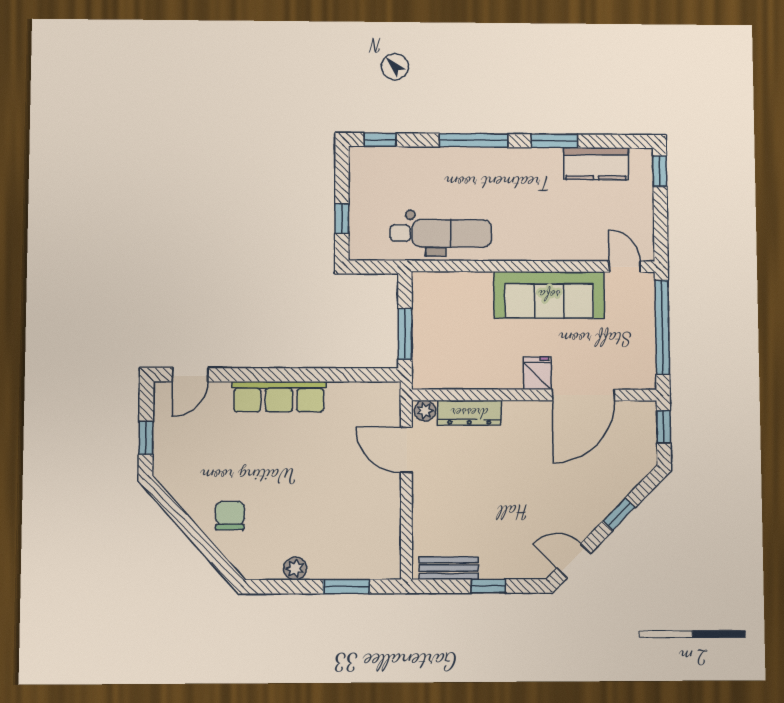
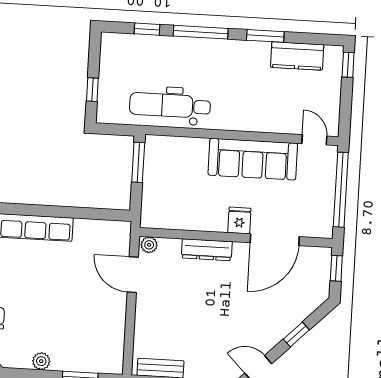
window: (380, 140) -> (147, 29), moved
dental chair: (441, 233) -> (170, 105), turned 180
window: (405, 334) -> (138, 162), moved
dresser: (469, 413) -> (207, 250), moved

